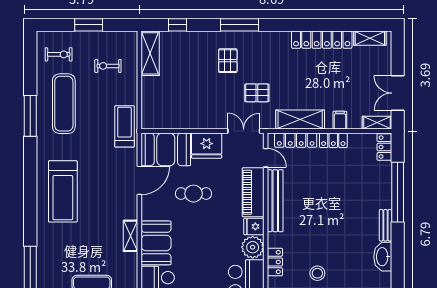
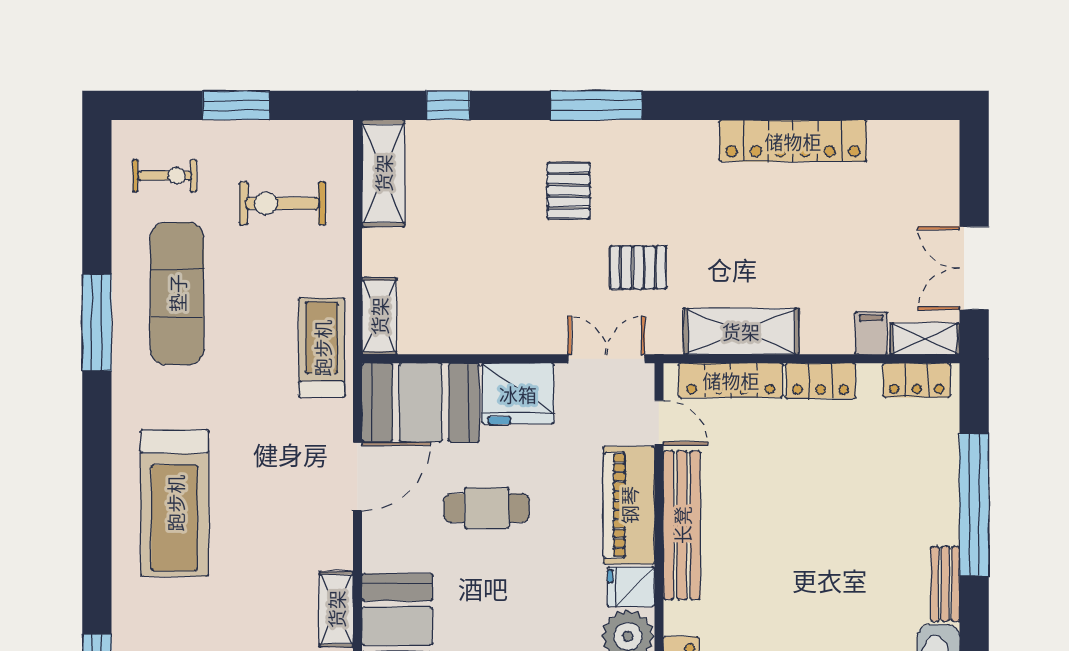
shelving: (370, 38) -> (379, 316), moved, turned 90
exercise bike: (108, 66) -> (282, 203), width x1.38, depth x1.39
filing cabinet: (340, 120) -> (871, 333), moved
locker: (384, 147) -> (917, 380), moved, turned -90

